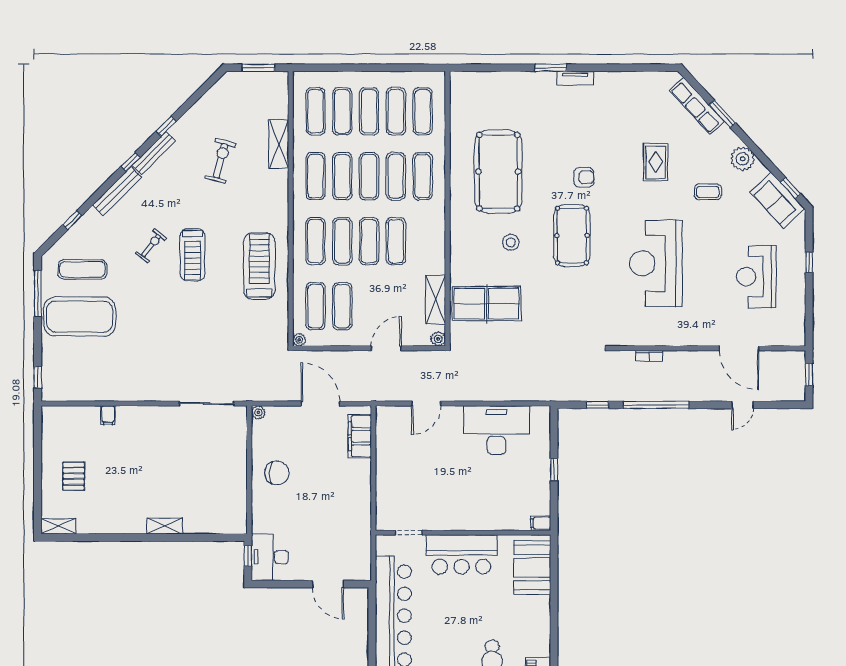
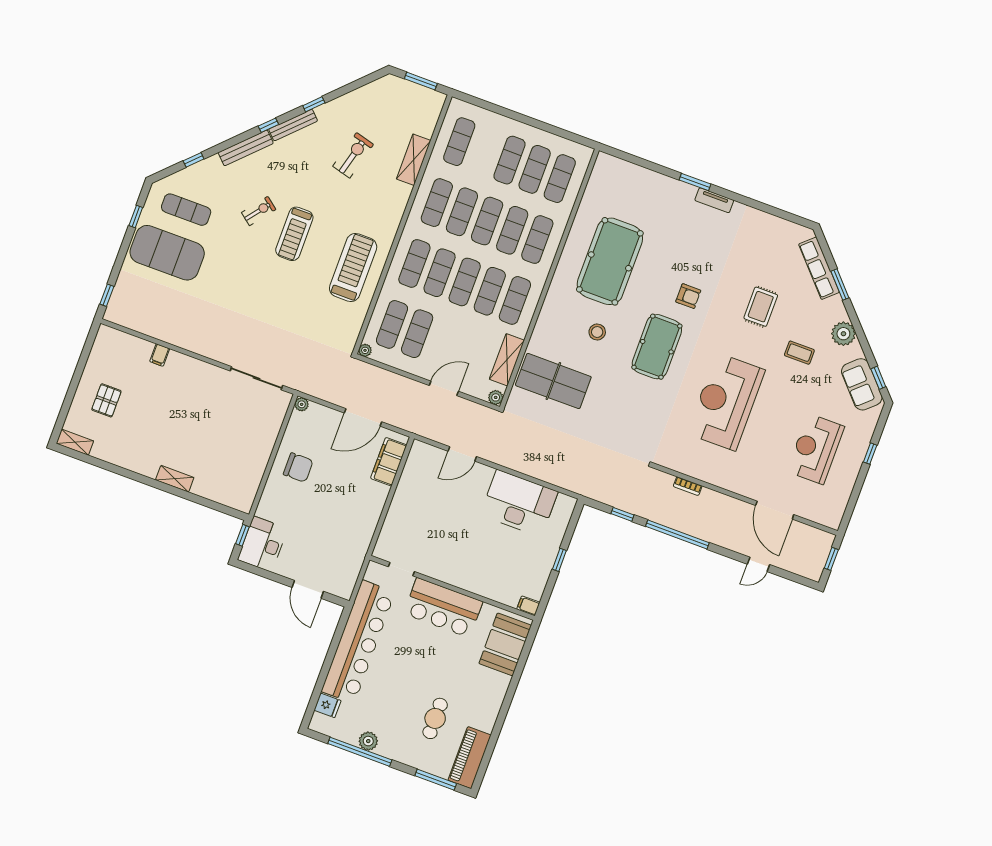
exercise mat: (342, 111) -> (515, 300), moved
window: (38, 293) -> (136, 217), width x0.46
door: (320, 403) -> (363, 417), swing flipped

